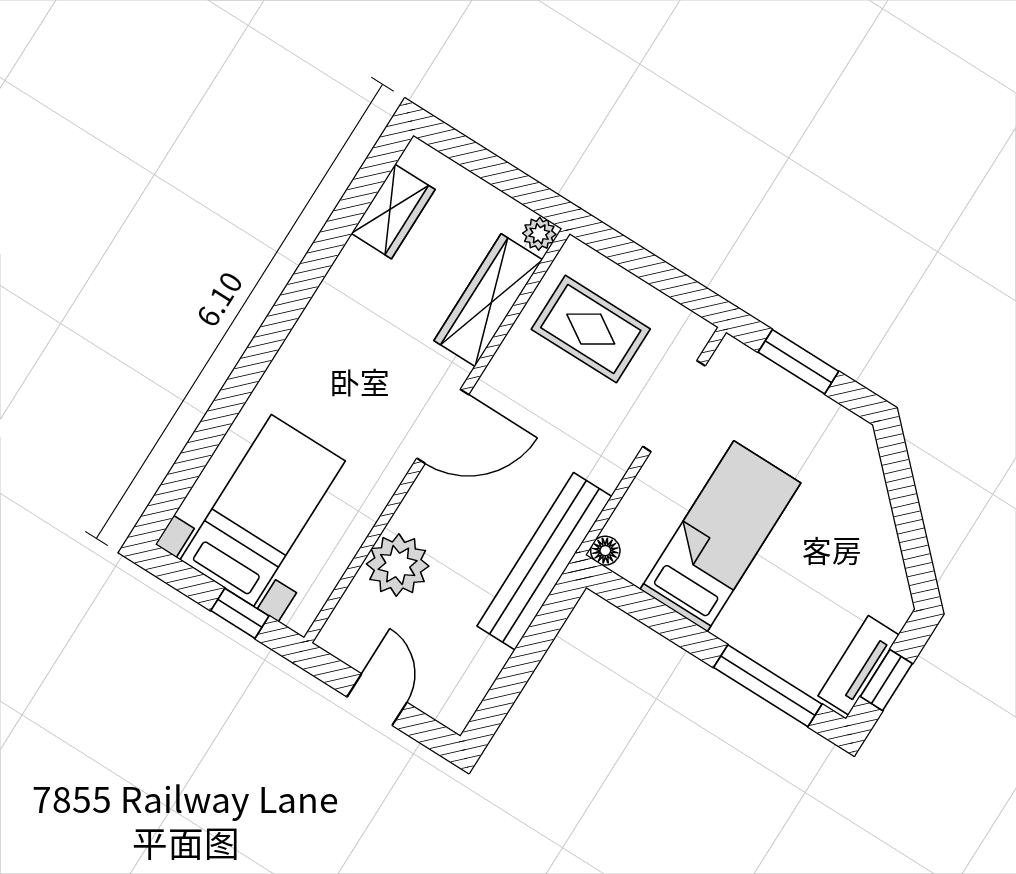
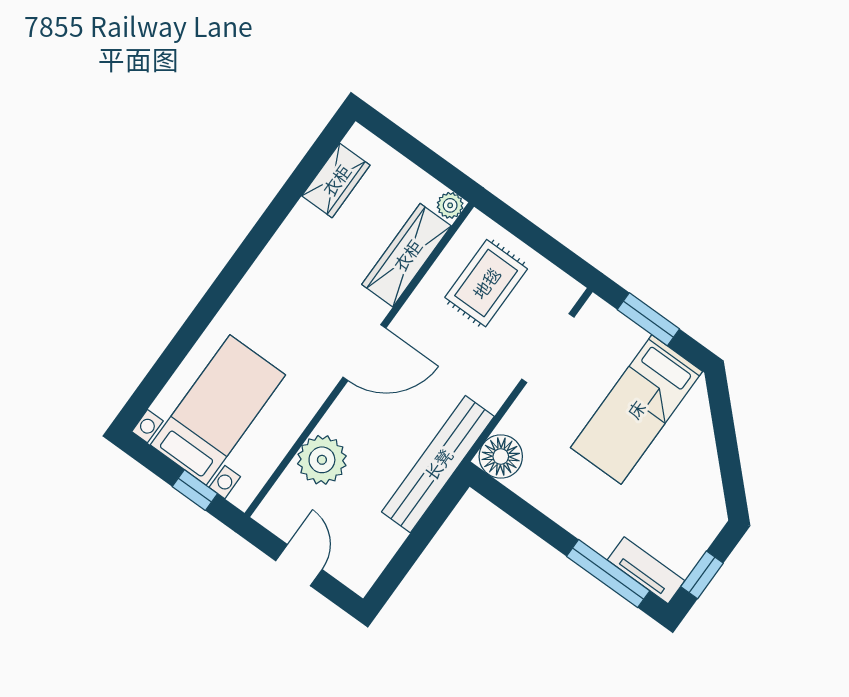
rug: (591, 329) -> (486, 283), turned 90
bed: (720, 536) -> (636, 409), moved, turned 180
floor lamp: (605, 551) -> (501, 456), width x1.89, depth x1.89
tv unit: (859, 665) -> (646, 570), moved, turned 90

